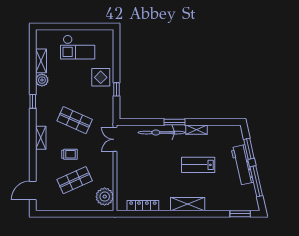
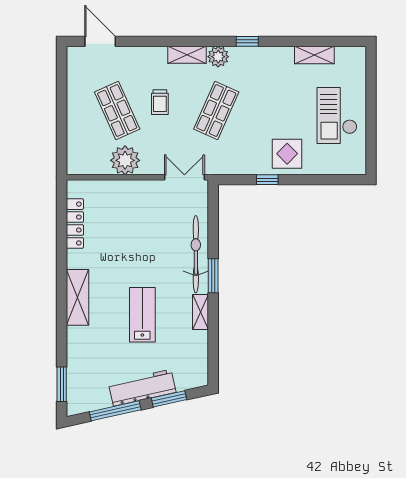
plant: (42, 80) -> (218, 57), moved
plant: (105, 197) -> (125, 160), moved

